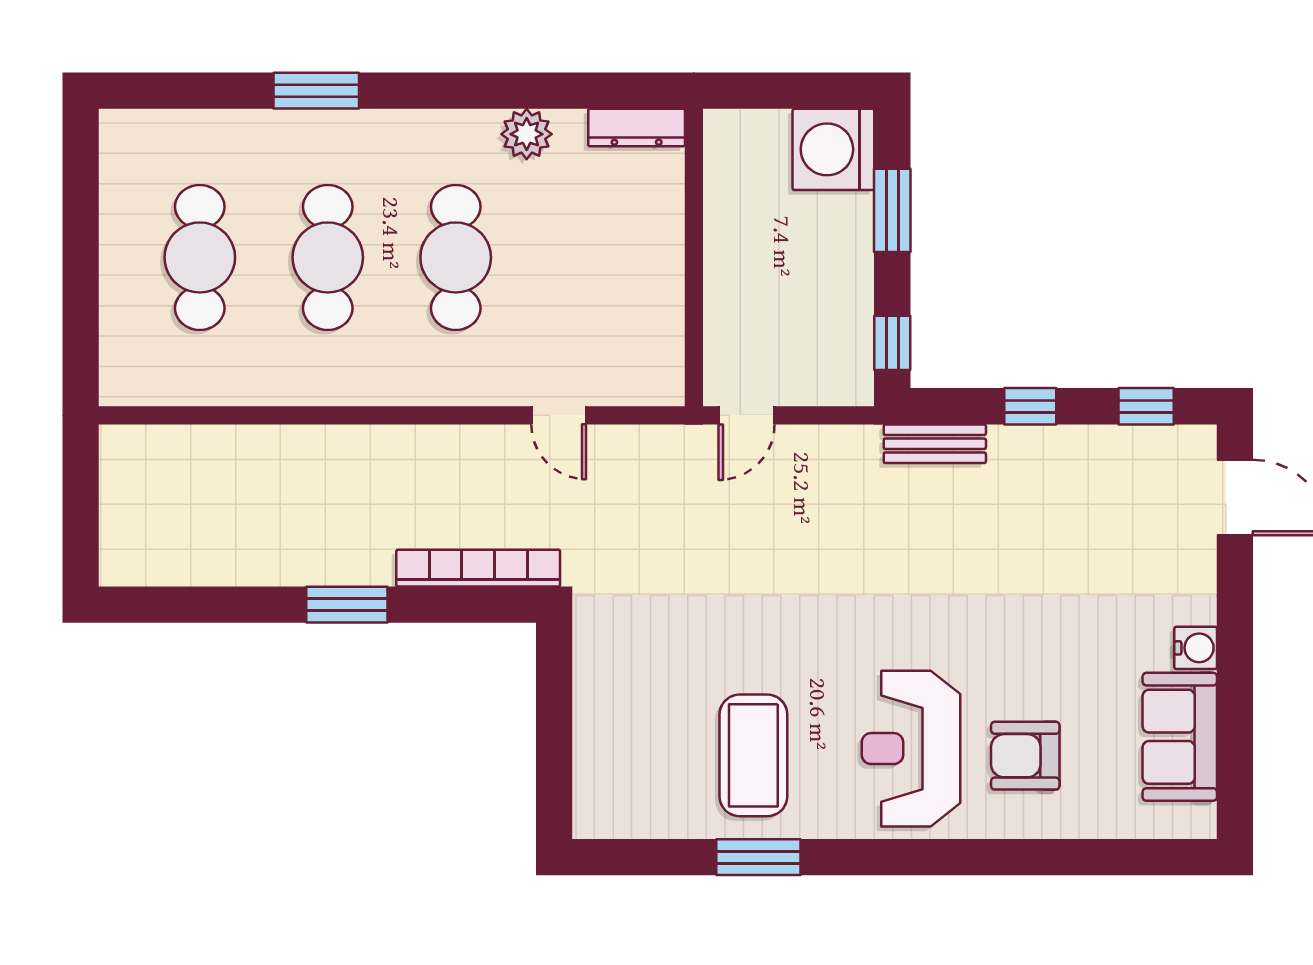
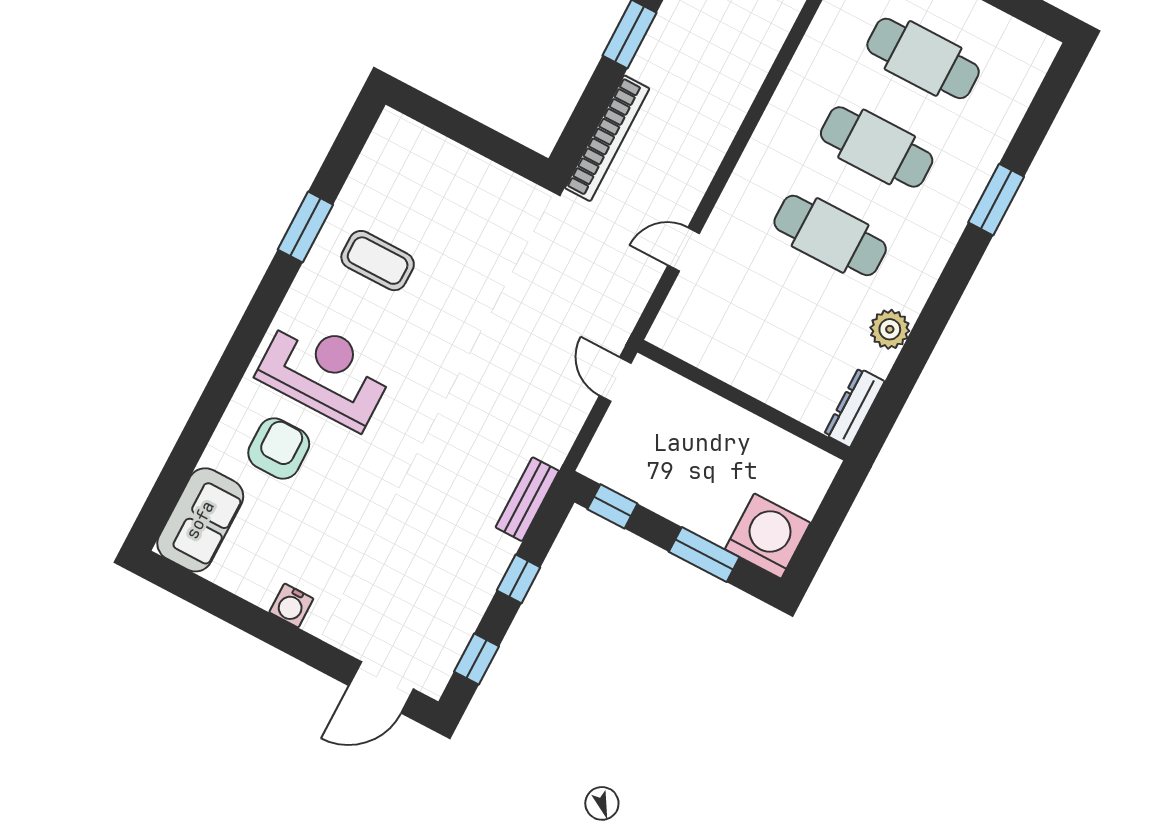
sofa: (1180, 737) -> (200, 520), moved, turned 90
coffee table: (753, 755) -> (378, 261), width x0.73, depth x0.76

